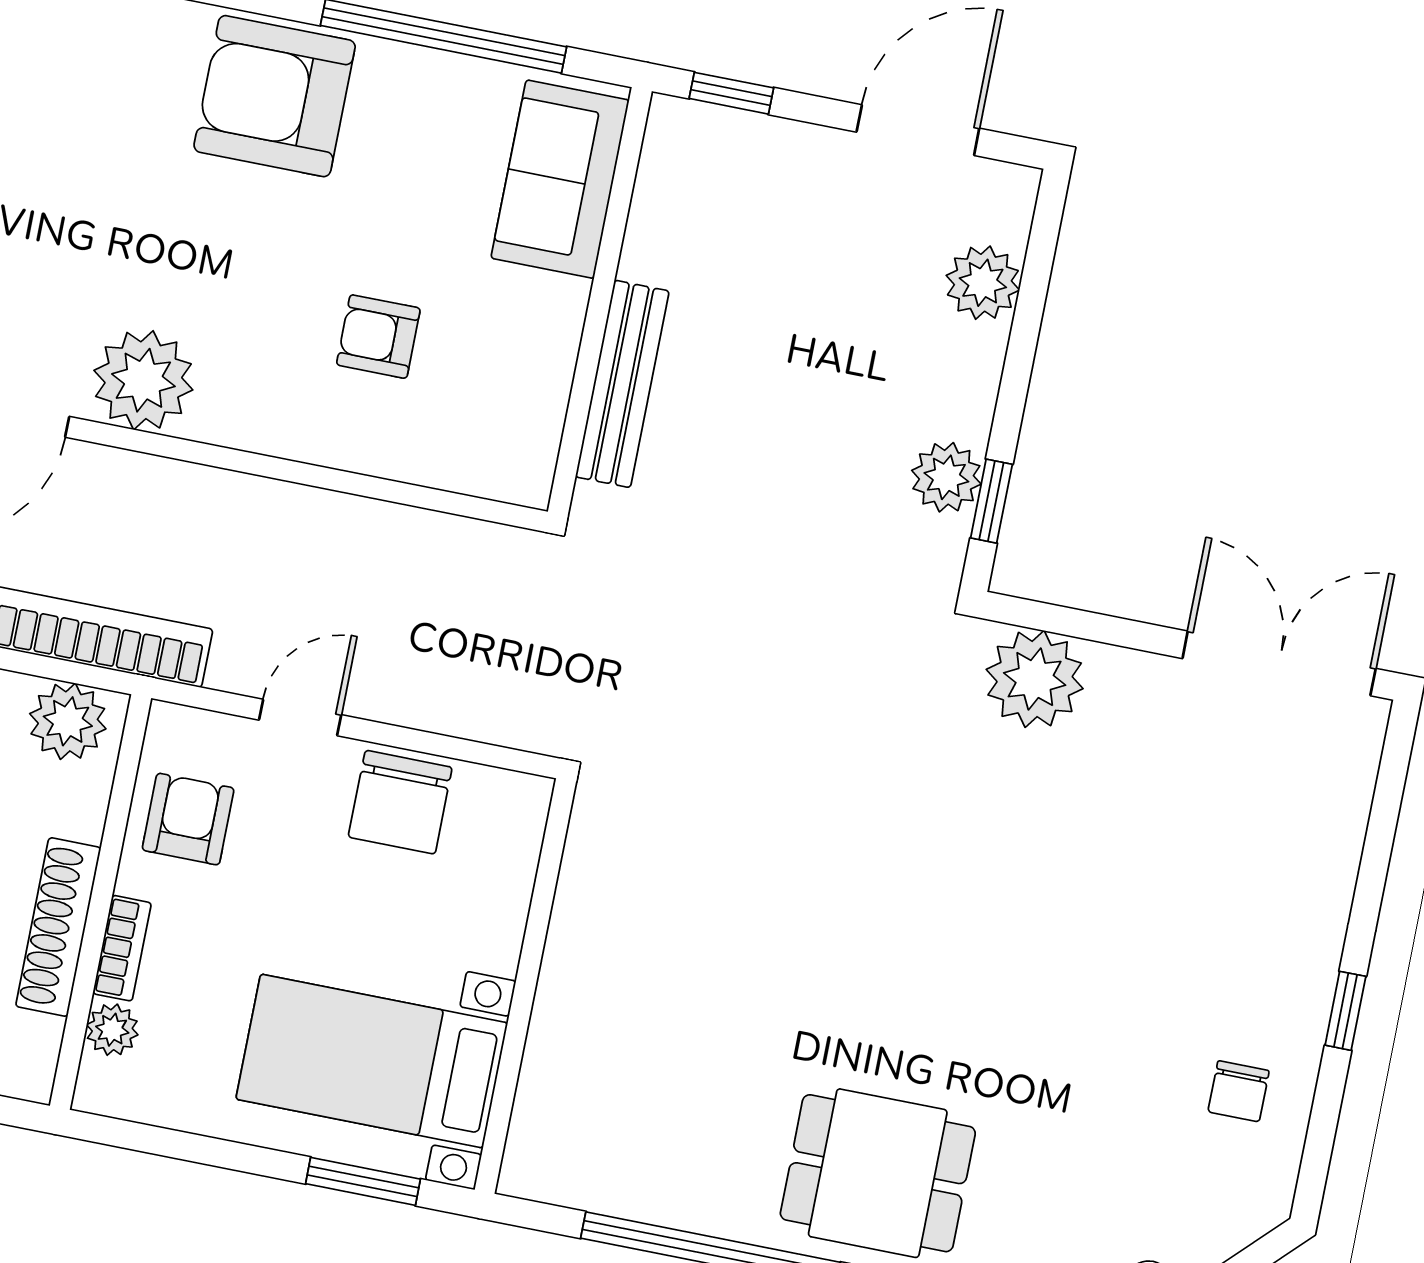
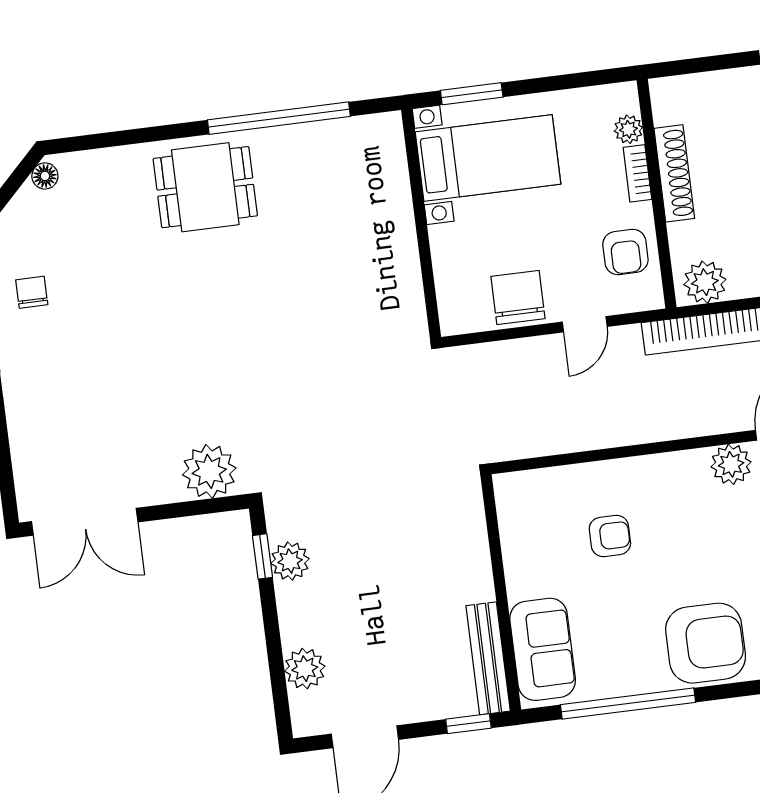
plant: (143, 380) -> (731, 464), width x0.73, depth x0.73
bench: (622, 384) -> (488, 658), moved

